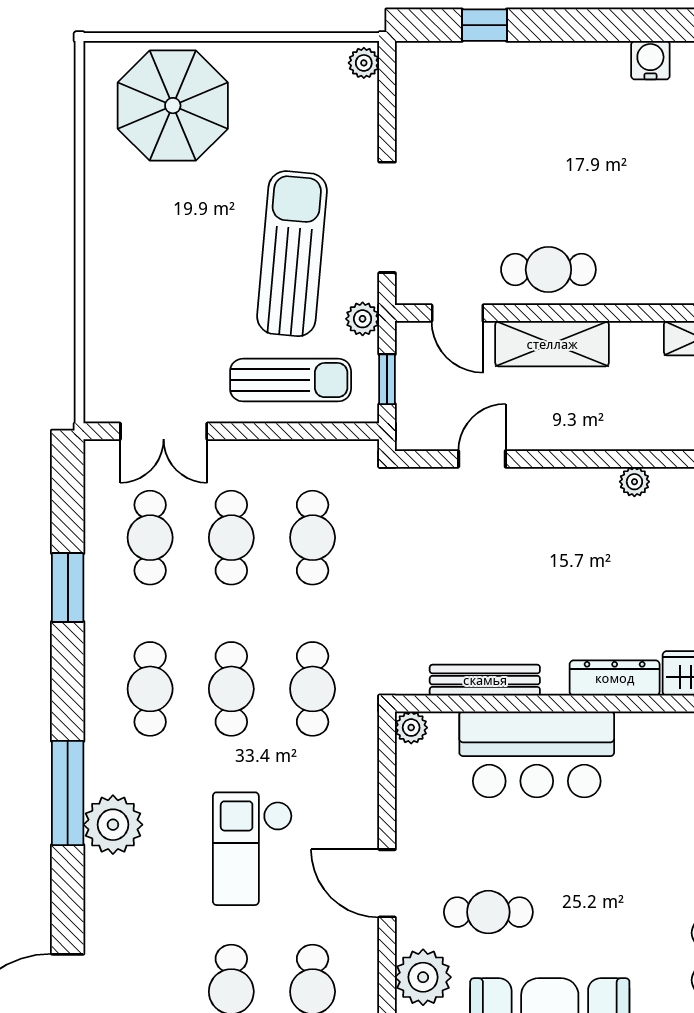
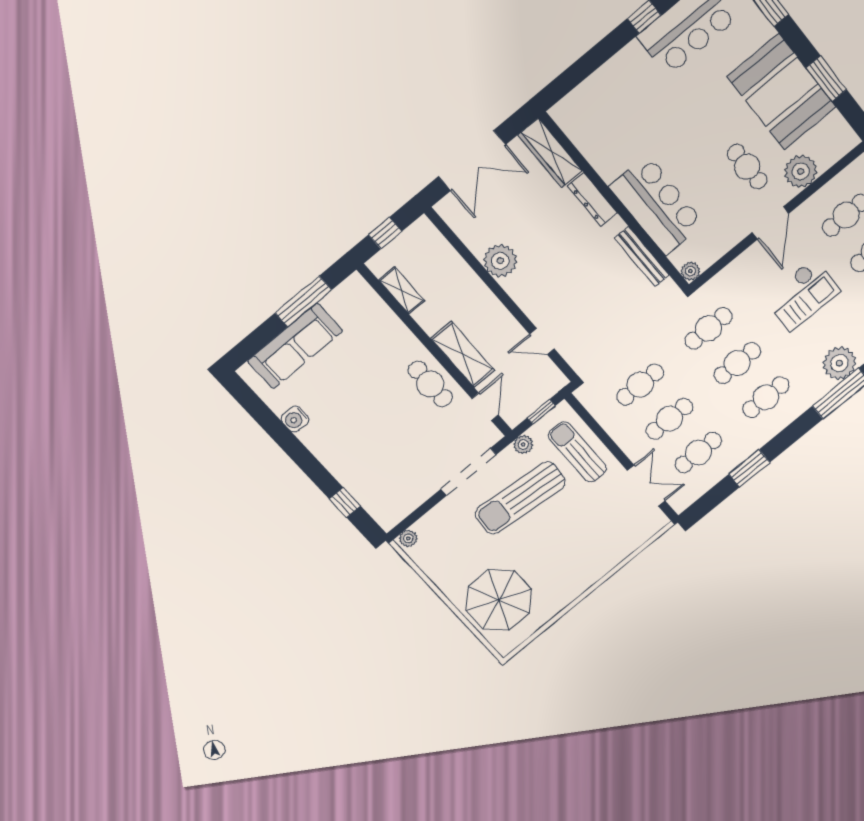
plant: (634, 482) -> (500, 261), width x1.87, depth x1.87

